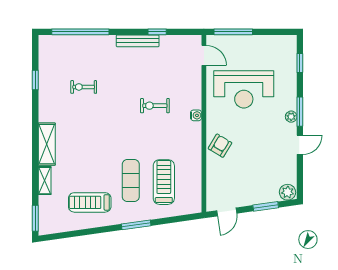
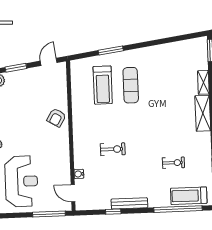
reception desk: (244, 89) -> (21, 181), moved, turned 90
water cooler: (196, 115) -> (79, 174), moved
treadmill: (90, 202) -> (189, 196), moved, turned 180
window: (136, 225) -> (111, 51), moved

